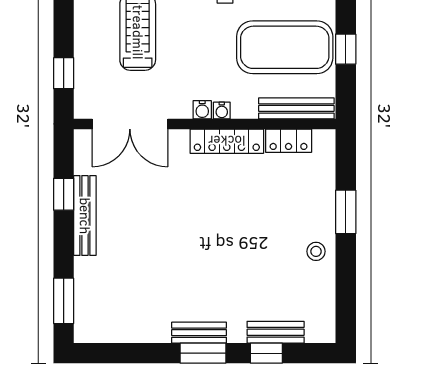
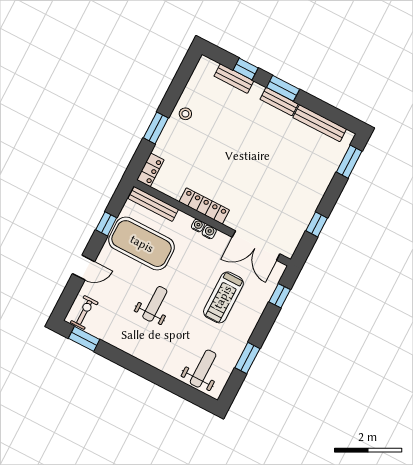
double door: (130, 124) -> (256, 246), swing flipped
locker: (289, 141) -> (150, 170), moved, turned 90
bench: (85, 216) -> (320, 123), moved, turned 90

